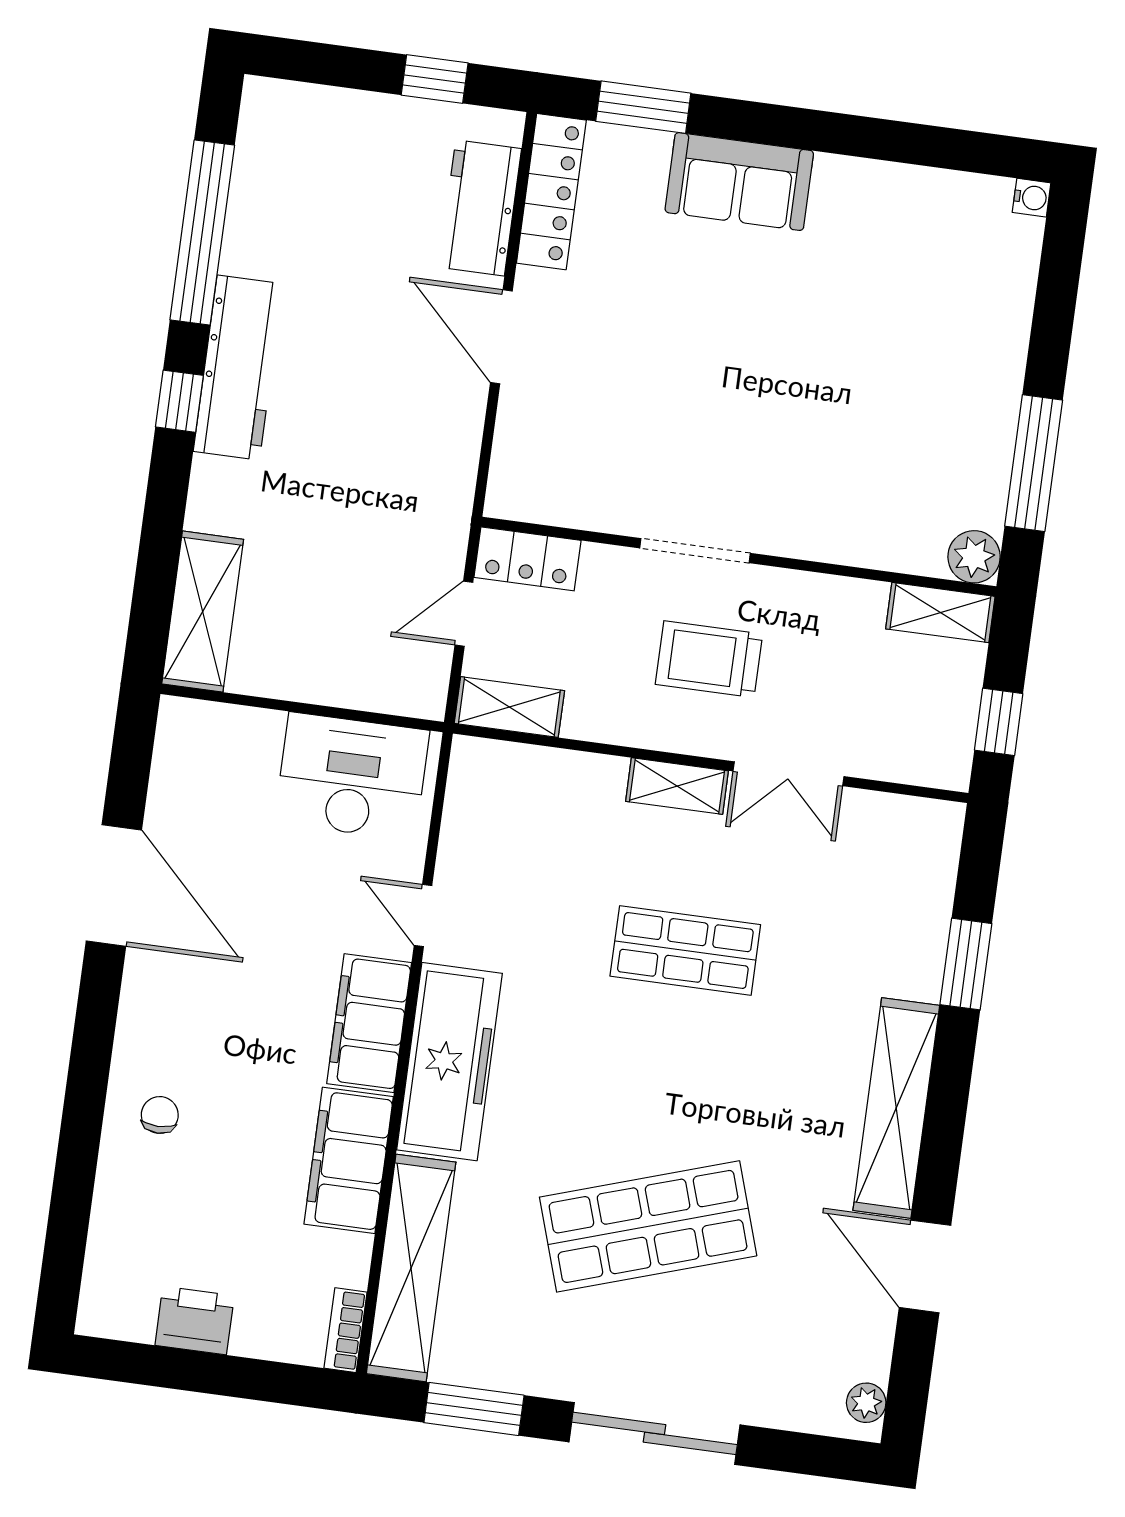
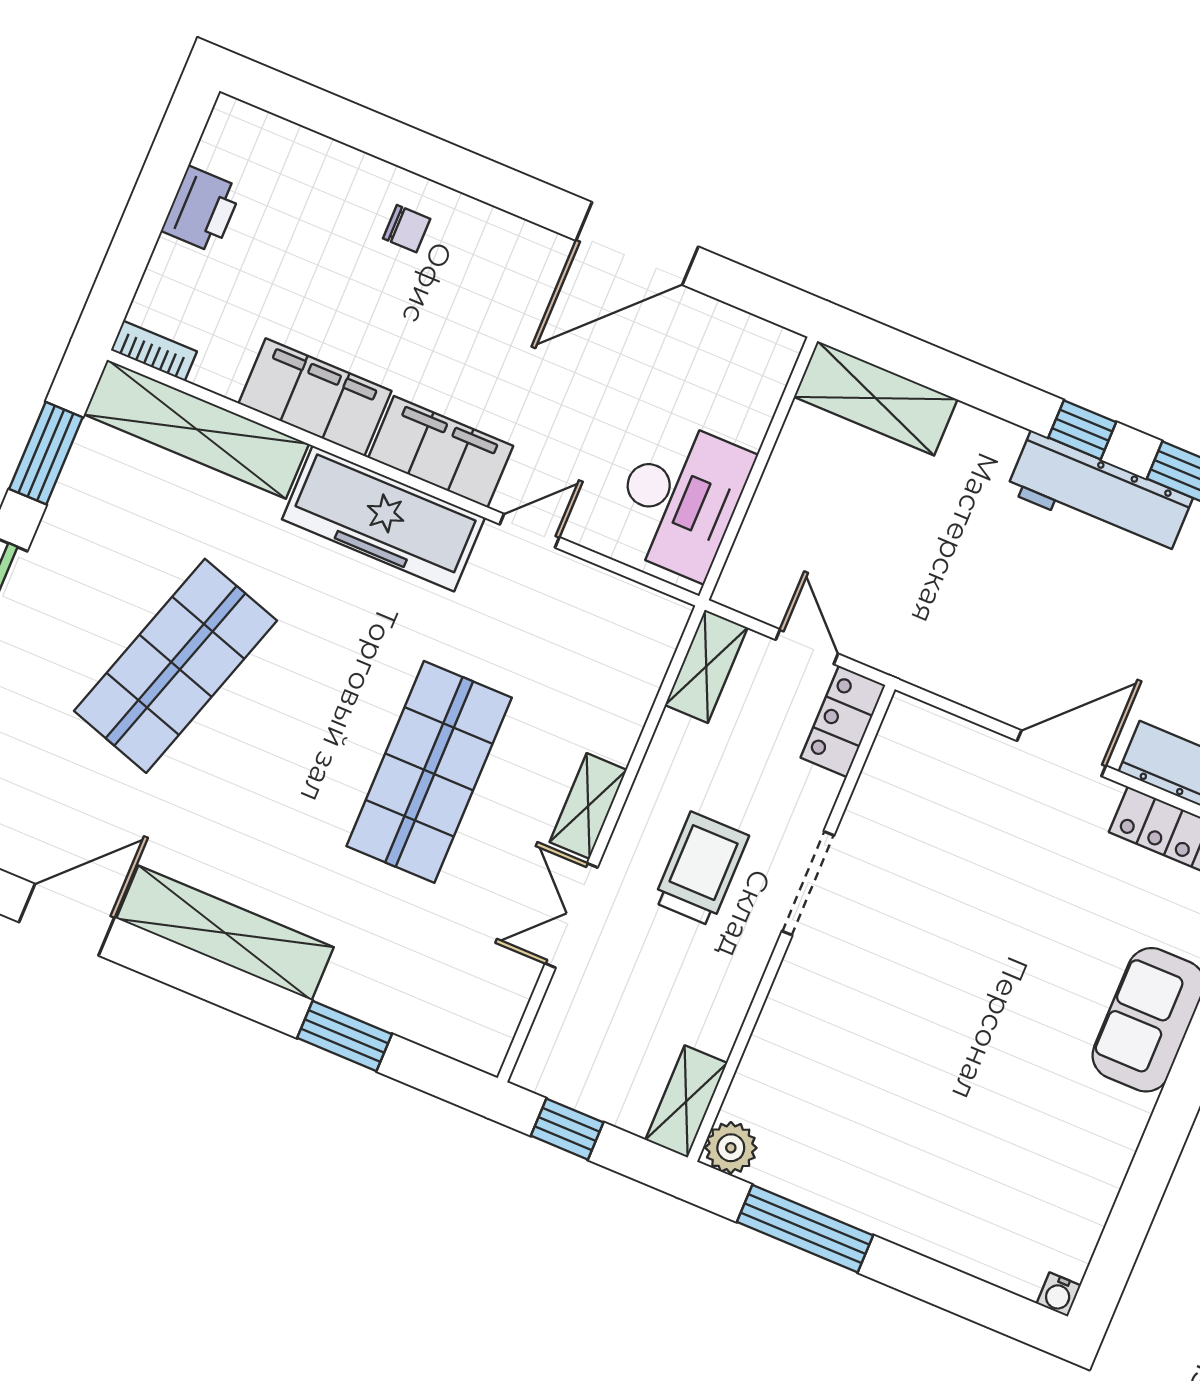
shop shelf: (685, 950) -> (429, 772), width x1.43, depth x1.36
shop shelf: (648, 1226) -> (176, 666), turned 36

